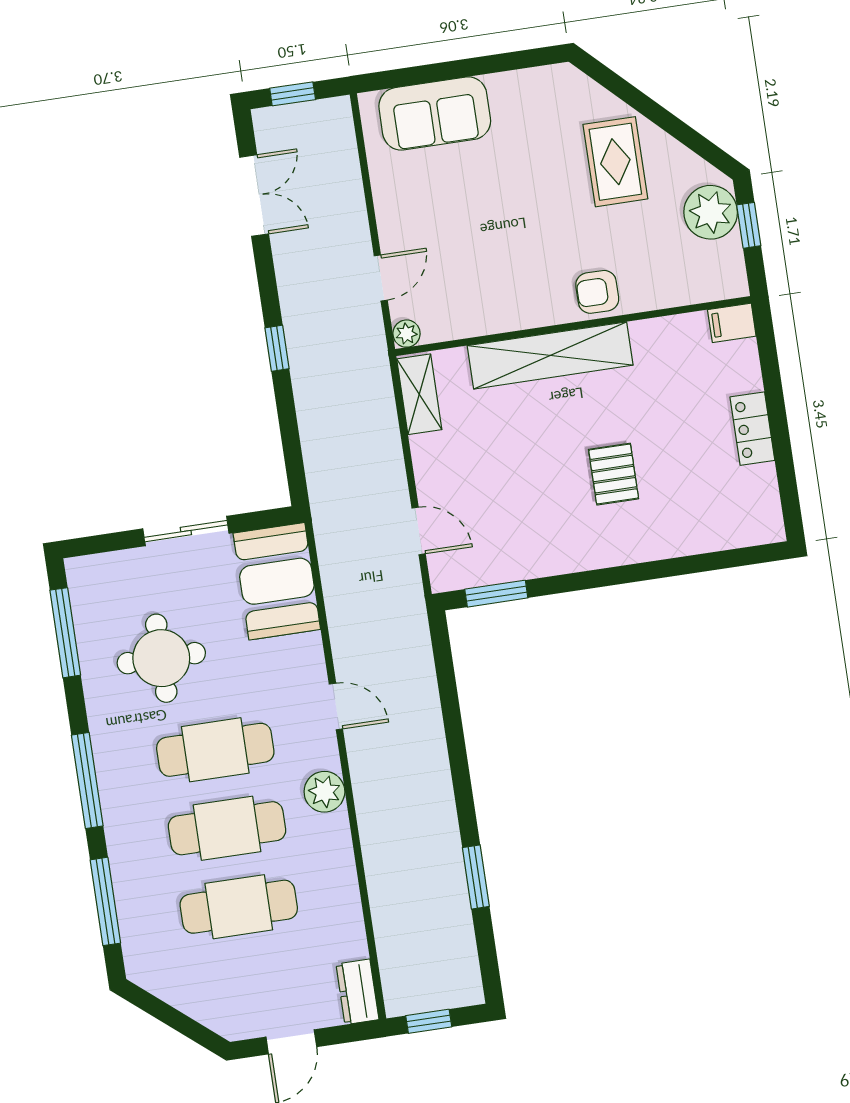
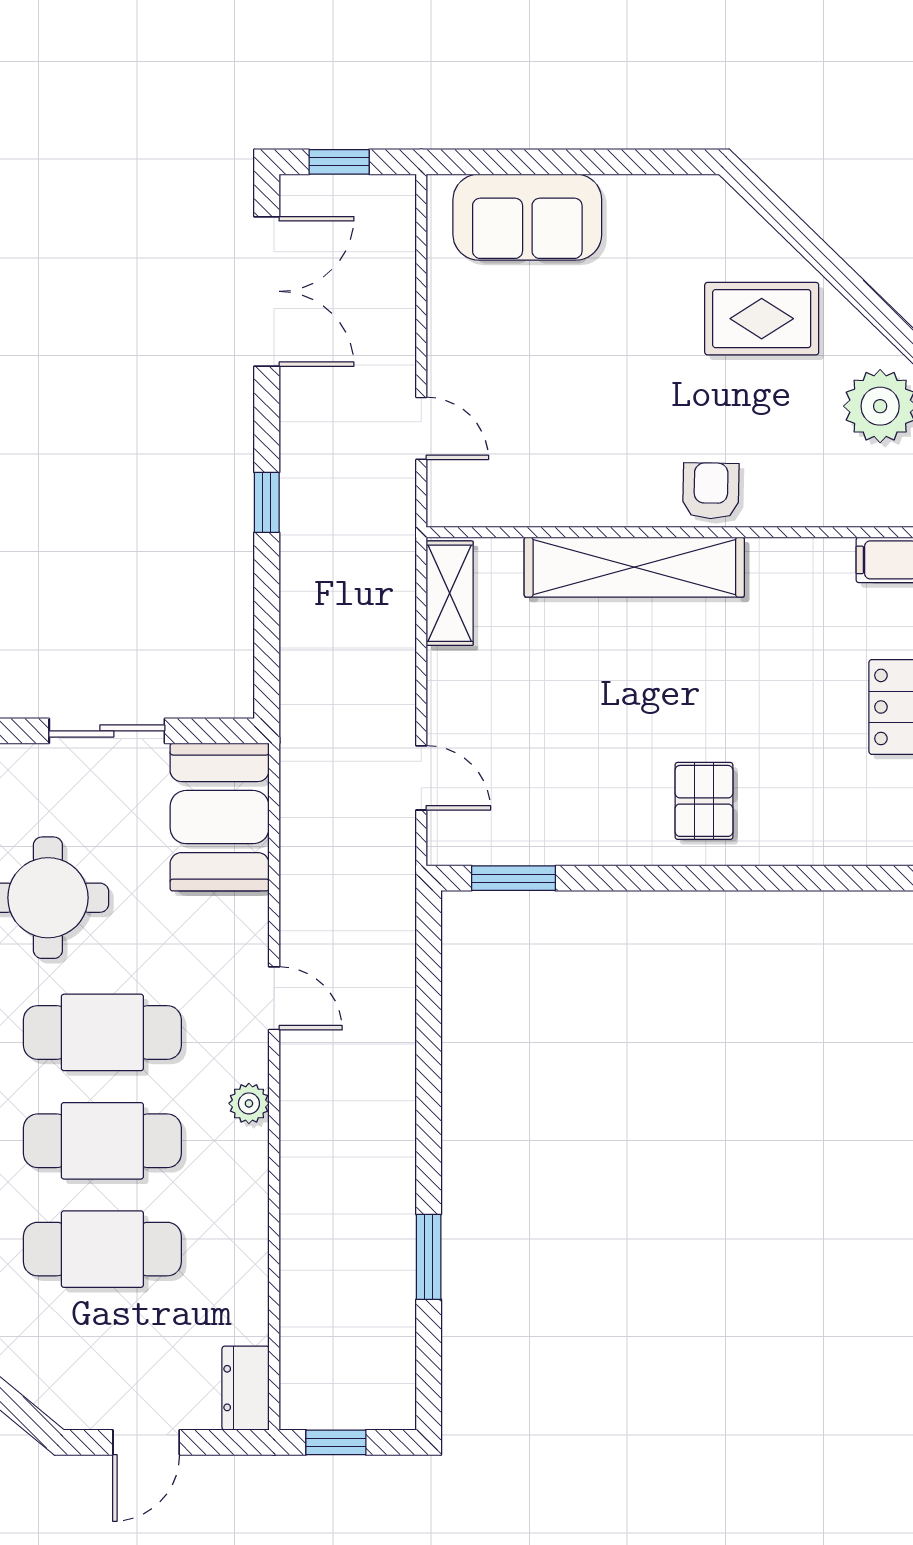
rug: (615, 162) -> (762, 319), turned 90
double door: (254, 196) -> (267, 291), width x1.37
door: (381, 278) -> (421, 428), hinge flipped
armchair: (597, 292) -> (711, 491), turned 91
plant: (407, 334) -> (445, 509), removed
pallet: (614, 474) -> (704, 801), moved
plant: (324, 792) -> (249, 1103), width x0.73, depth x0.73

